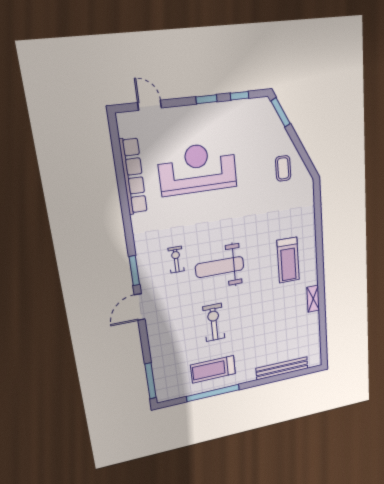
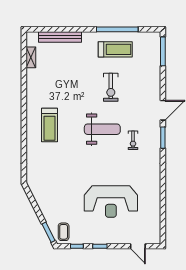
coffee table: (283, 168) -> (64, 232), moved
row of seats: (133, 176) -> (155, 202), removed
treadmill: (288, 260) -> (49, 125), turned 180
shelving: (313, 299) -> (31, 57), moved

